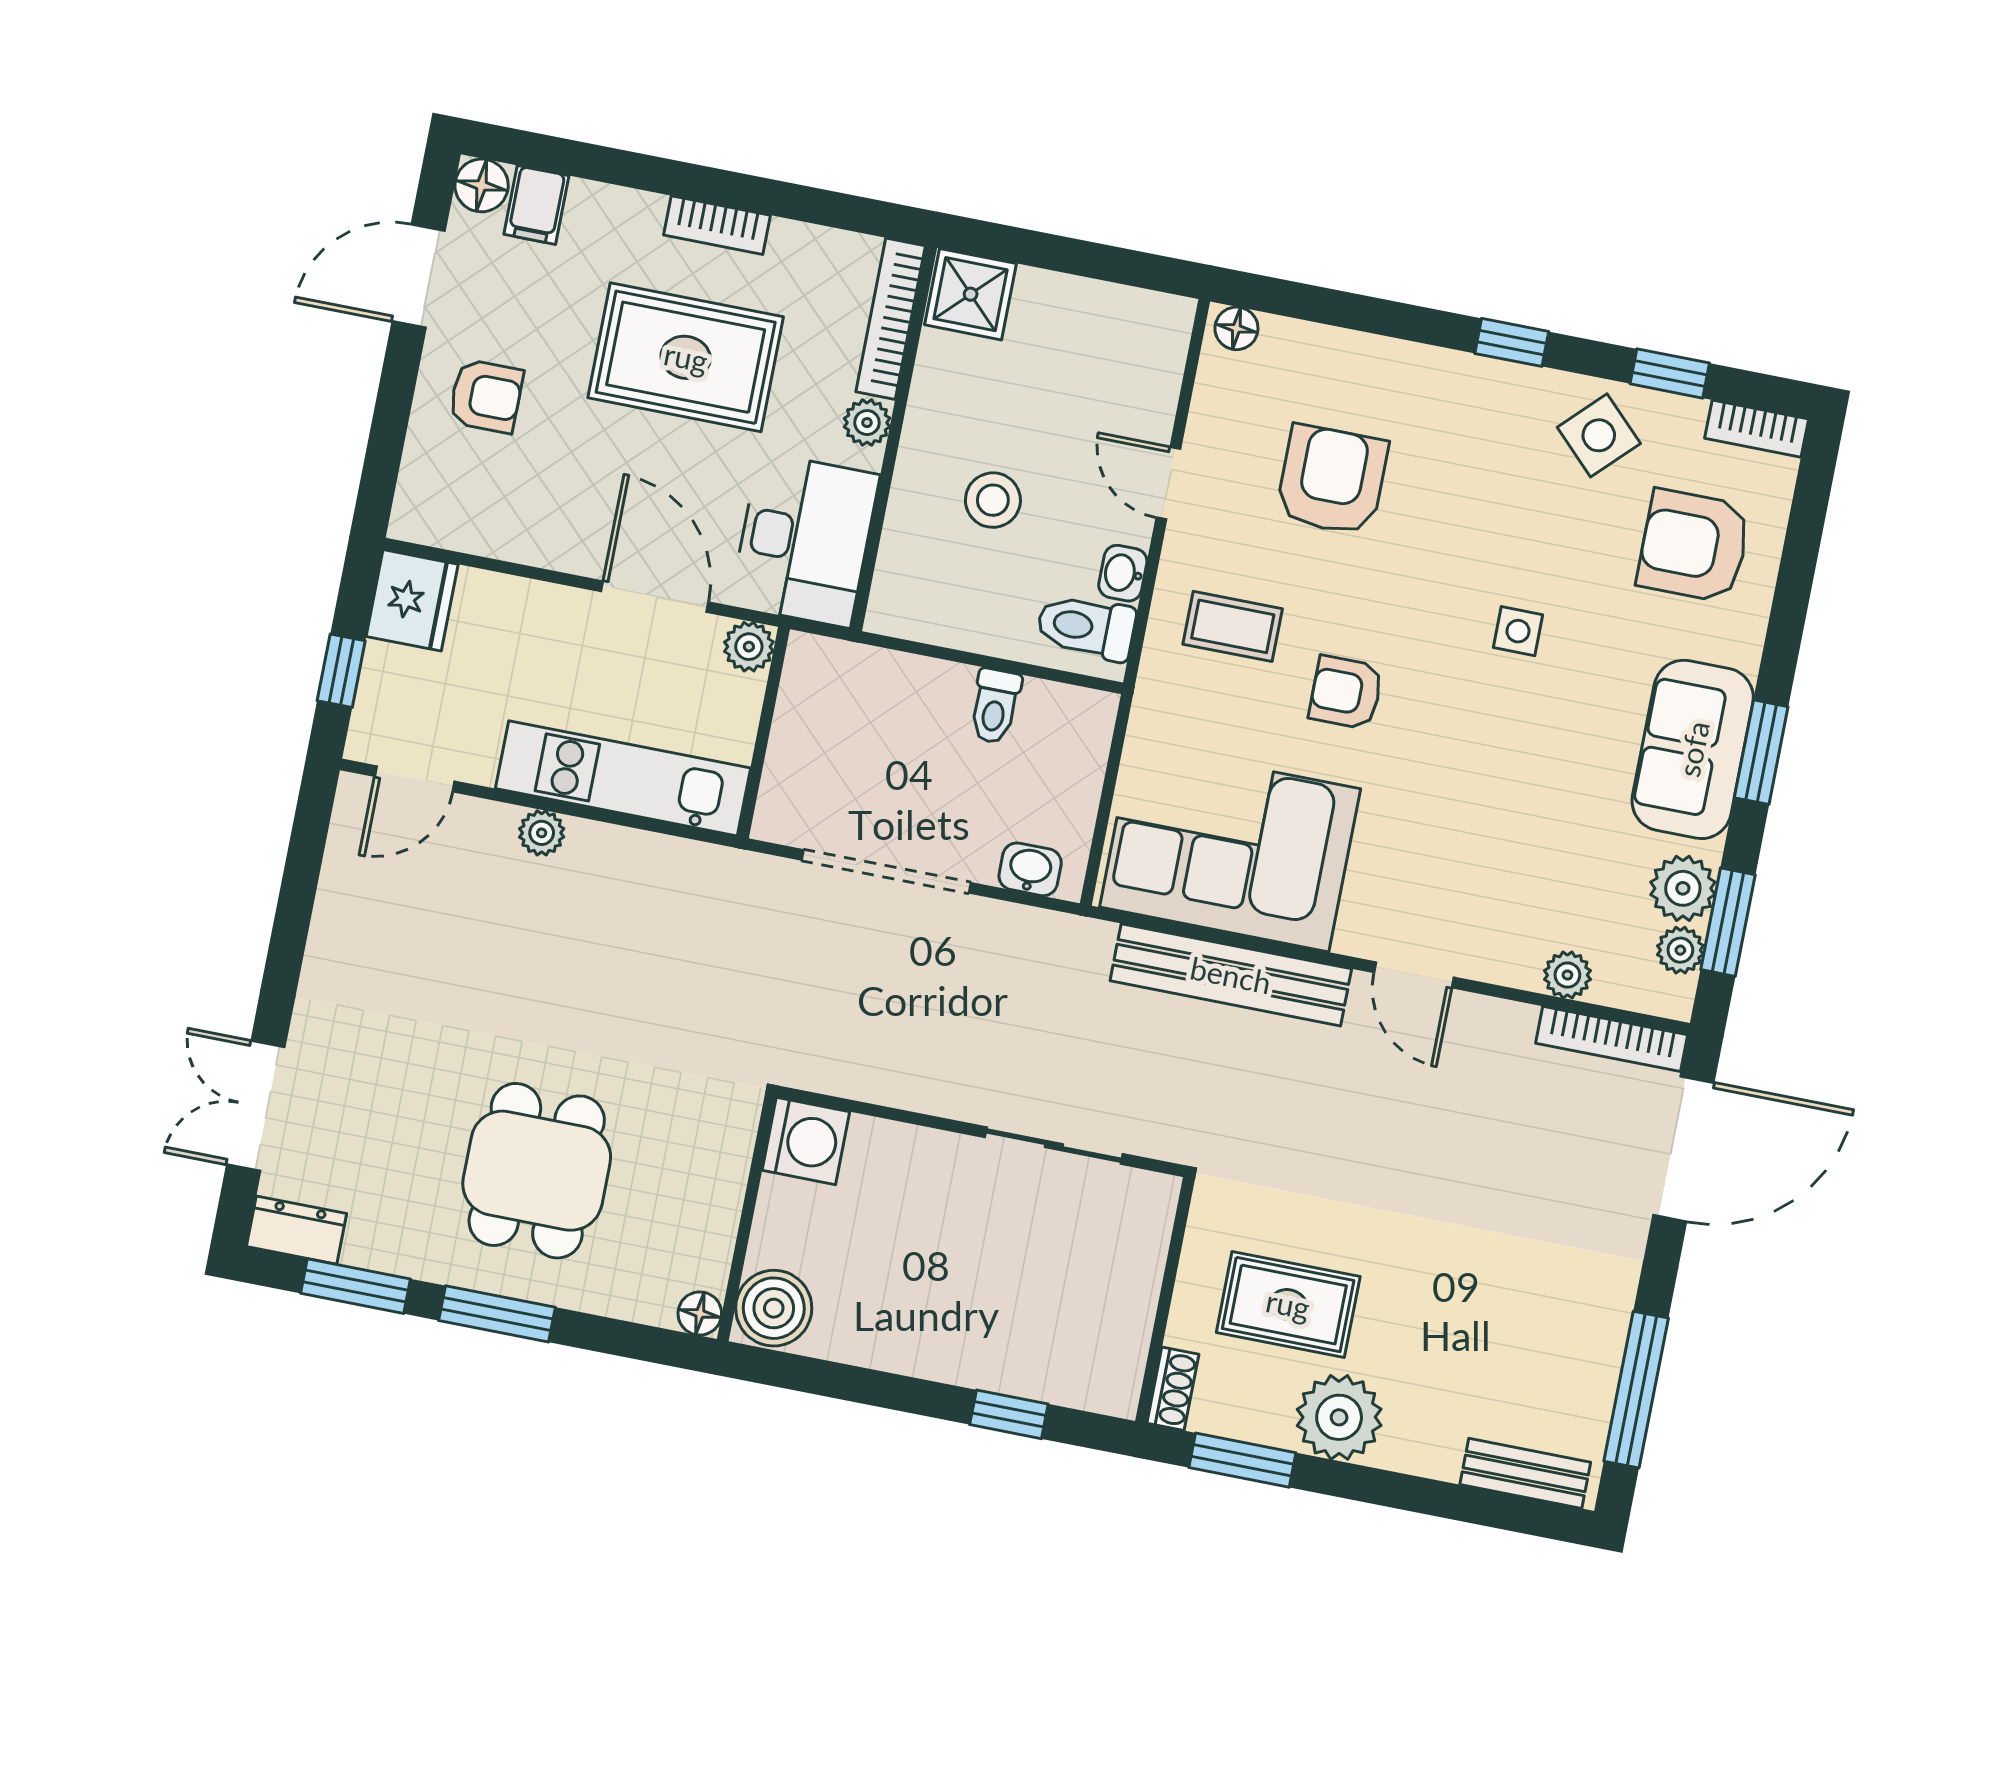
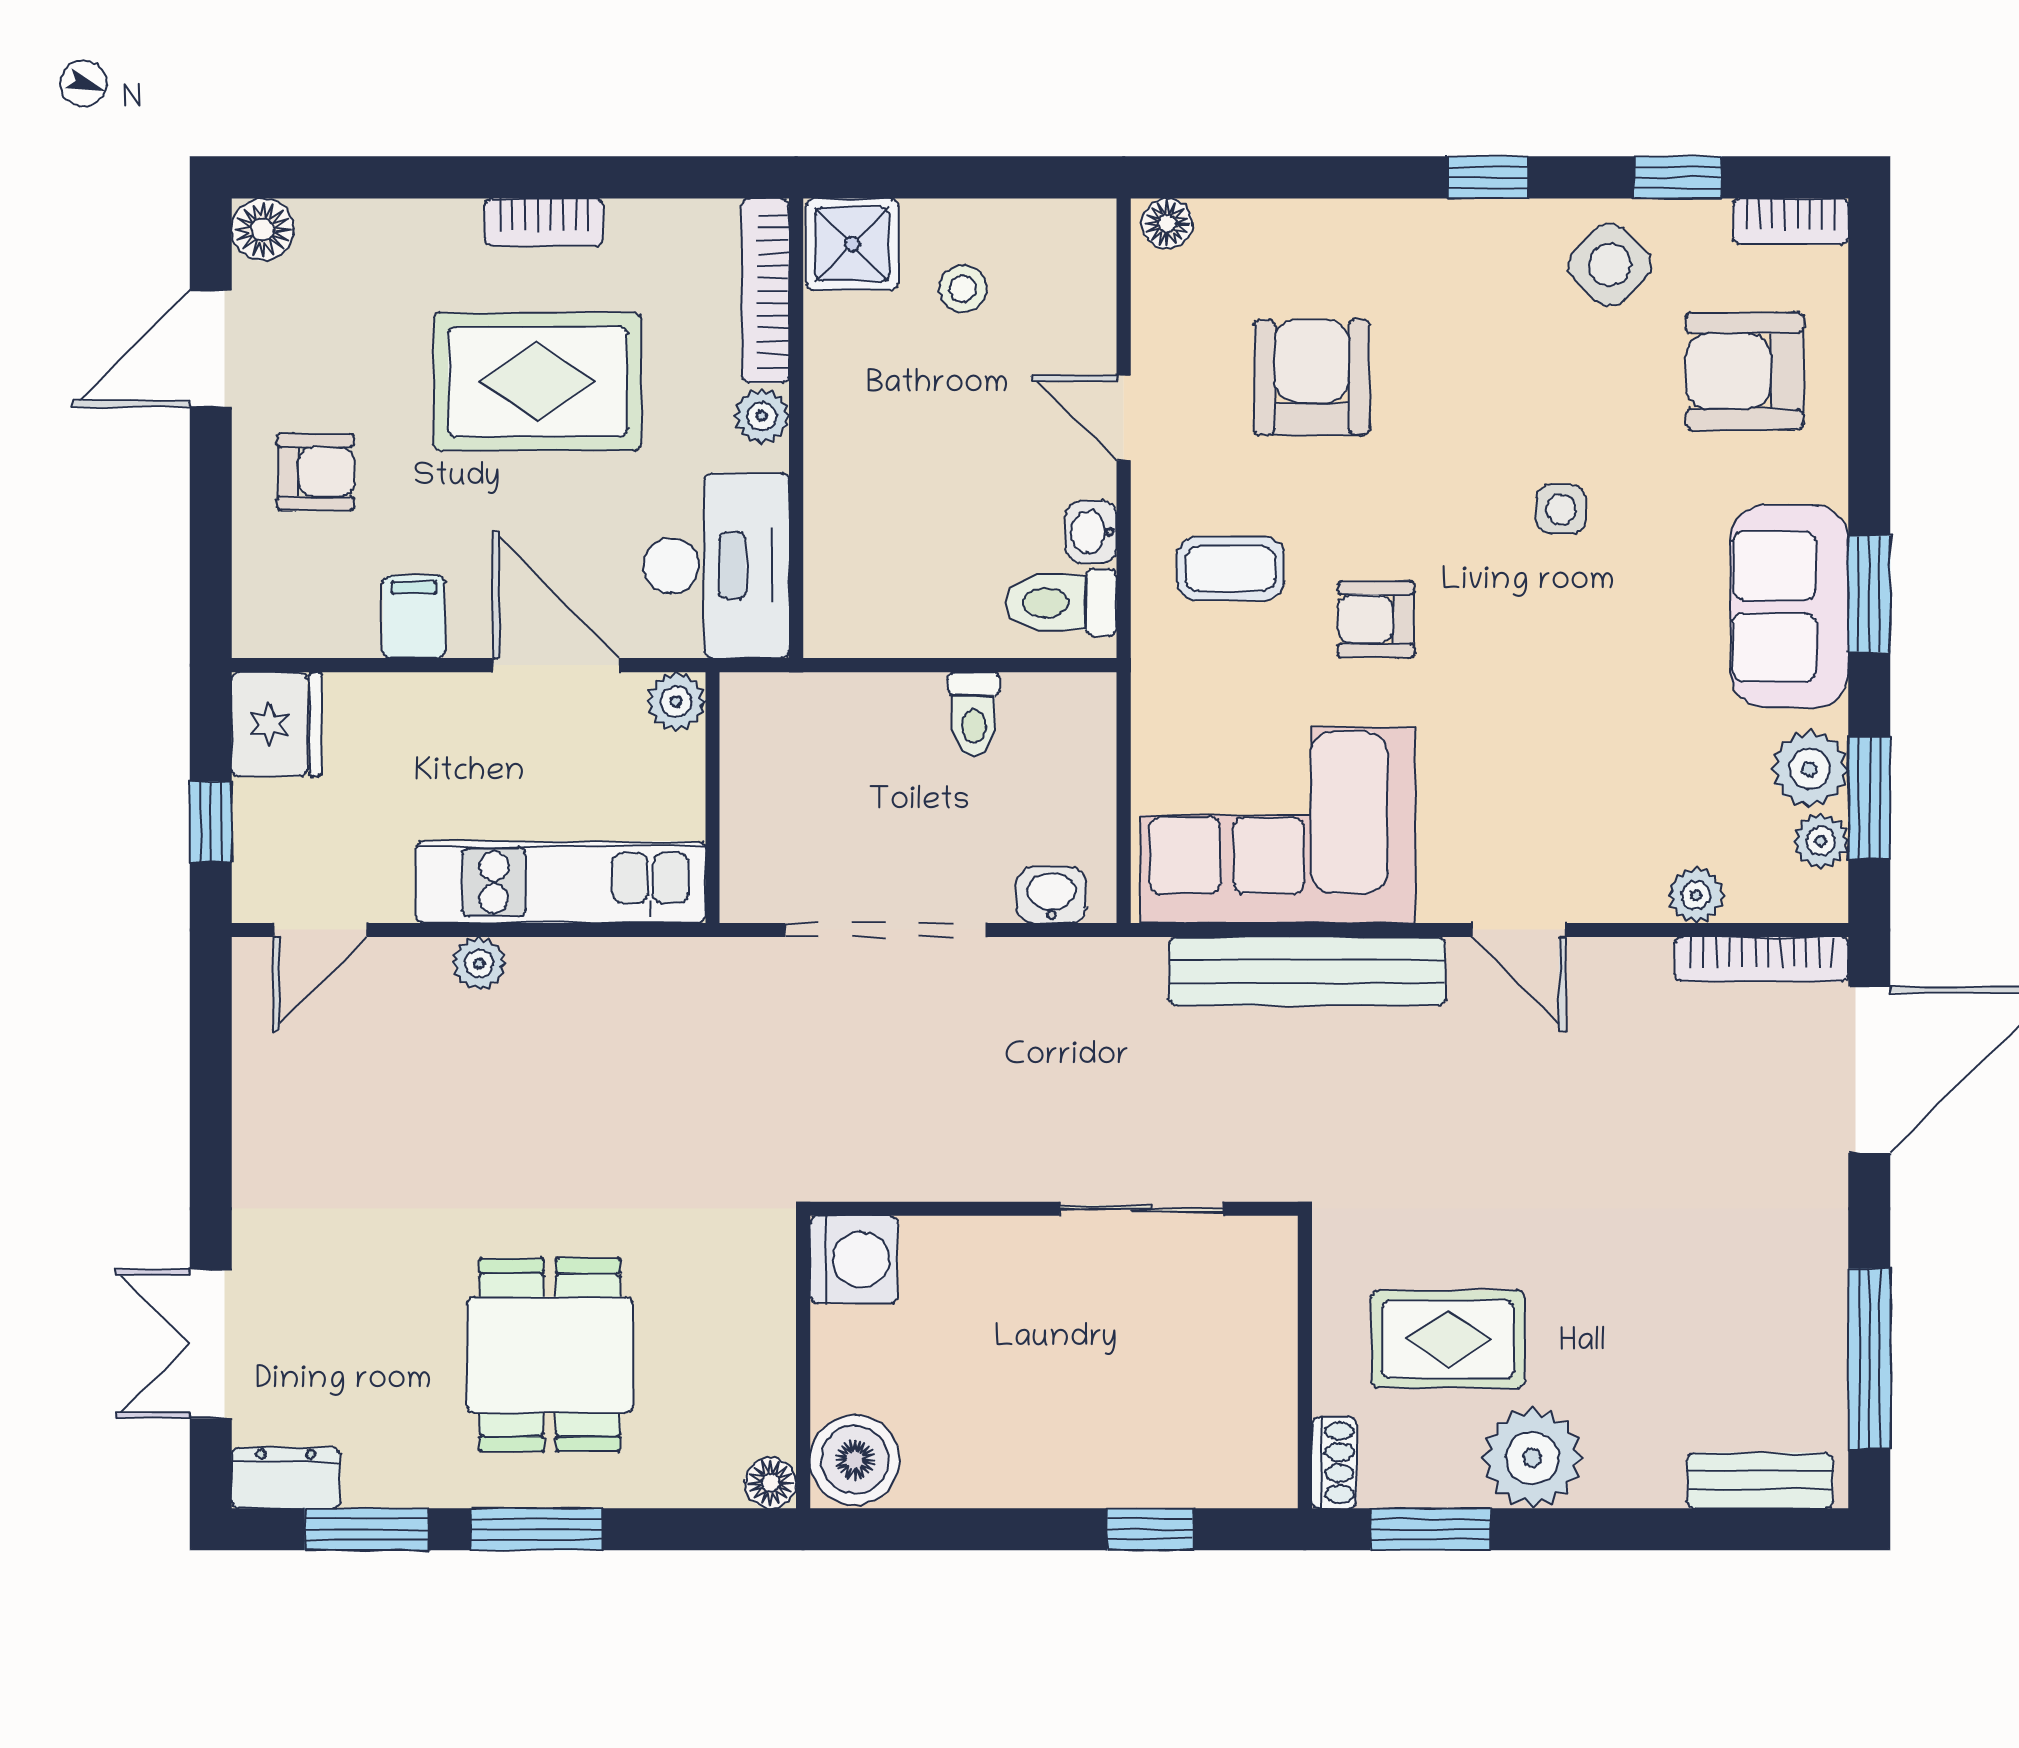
filing cabinet: (536, 205) -> (414, 617), moved, turned 180
stool: (993, 500) -> (963, 289), moved, width x0.73, depth x0.73

